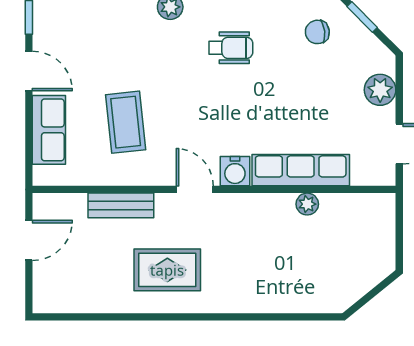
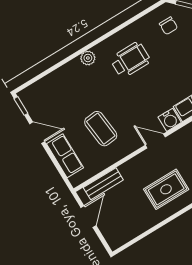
chair: (317, 32) -> (168, 26), turned -83
wheelchair: (231, 48) -> (130, 60), width x1.36, depth x1.37
bench: (121, 205) -> (103, 184), moved

